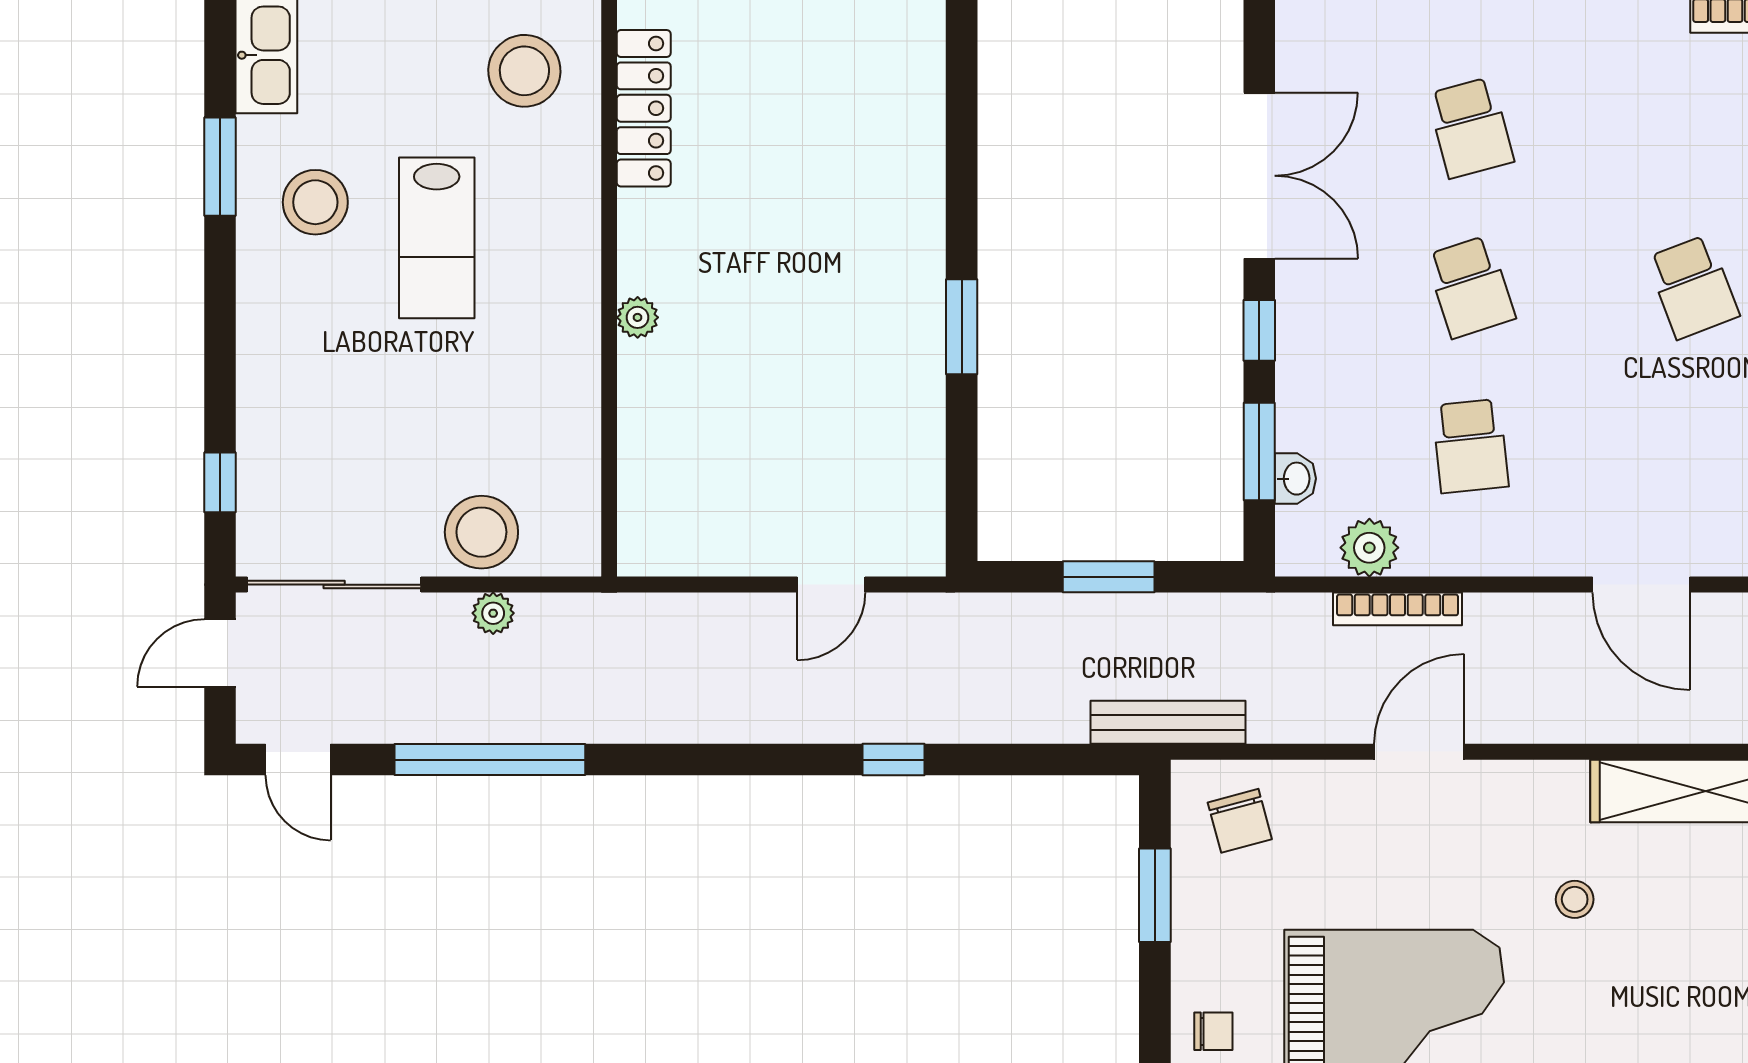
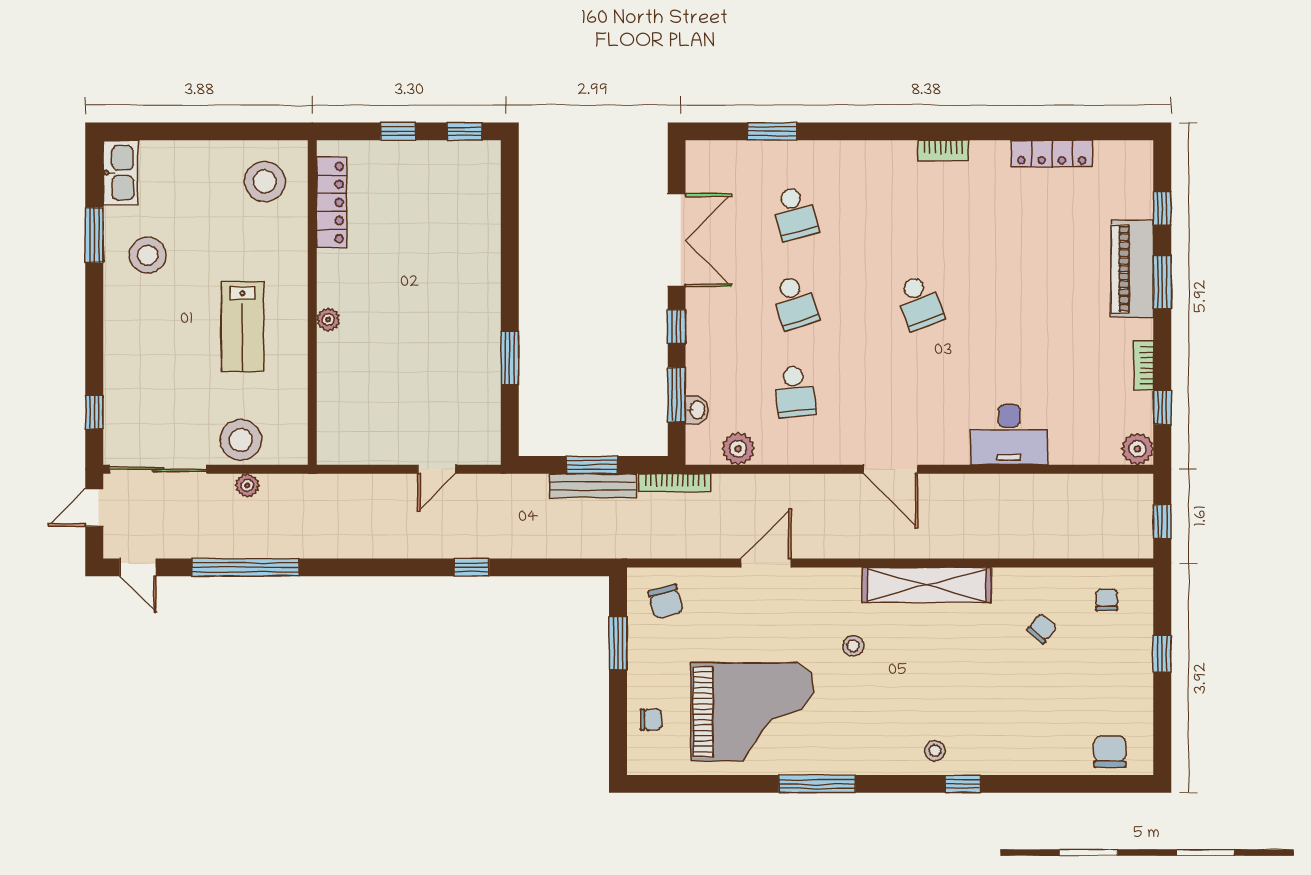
lab bench: (437, 238) -> (242, 327), moved
window: (962, 327) -> (510, 358), moved
bookcase: (1398, 609) -> (675, 483), moved
bench: (1168, 722) -> (593, 486), moved

